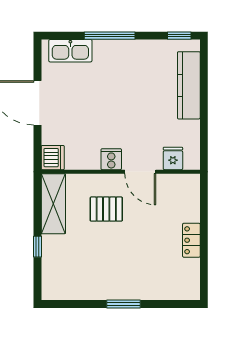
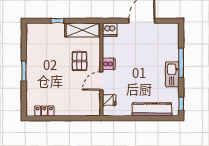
kitchen sink: (70, 51) -> (172, 74), moved
locker: (191, 240) -> (44, 111), moved

